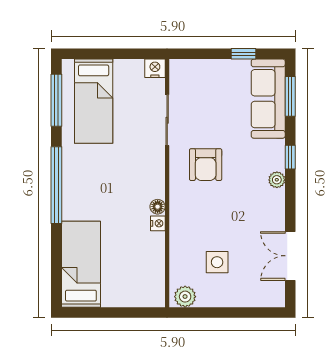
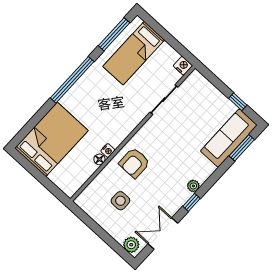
window: (290, 157) -> (192, 202), moved
armchair: (206, 165) -> (134, 163), moved
floor lamp: (158, 207) -> (99, 159), moved
bed: (81, 264) -> (51, 139), width x1.50
plant: (185, 297) -> (131, 245), moved

